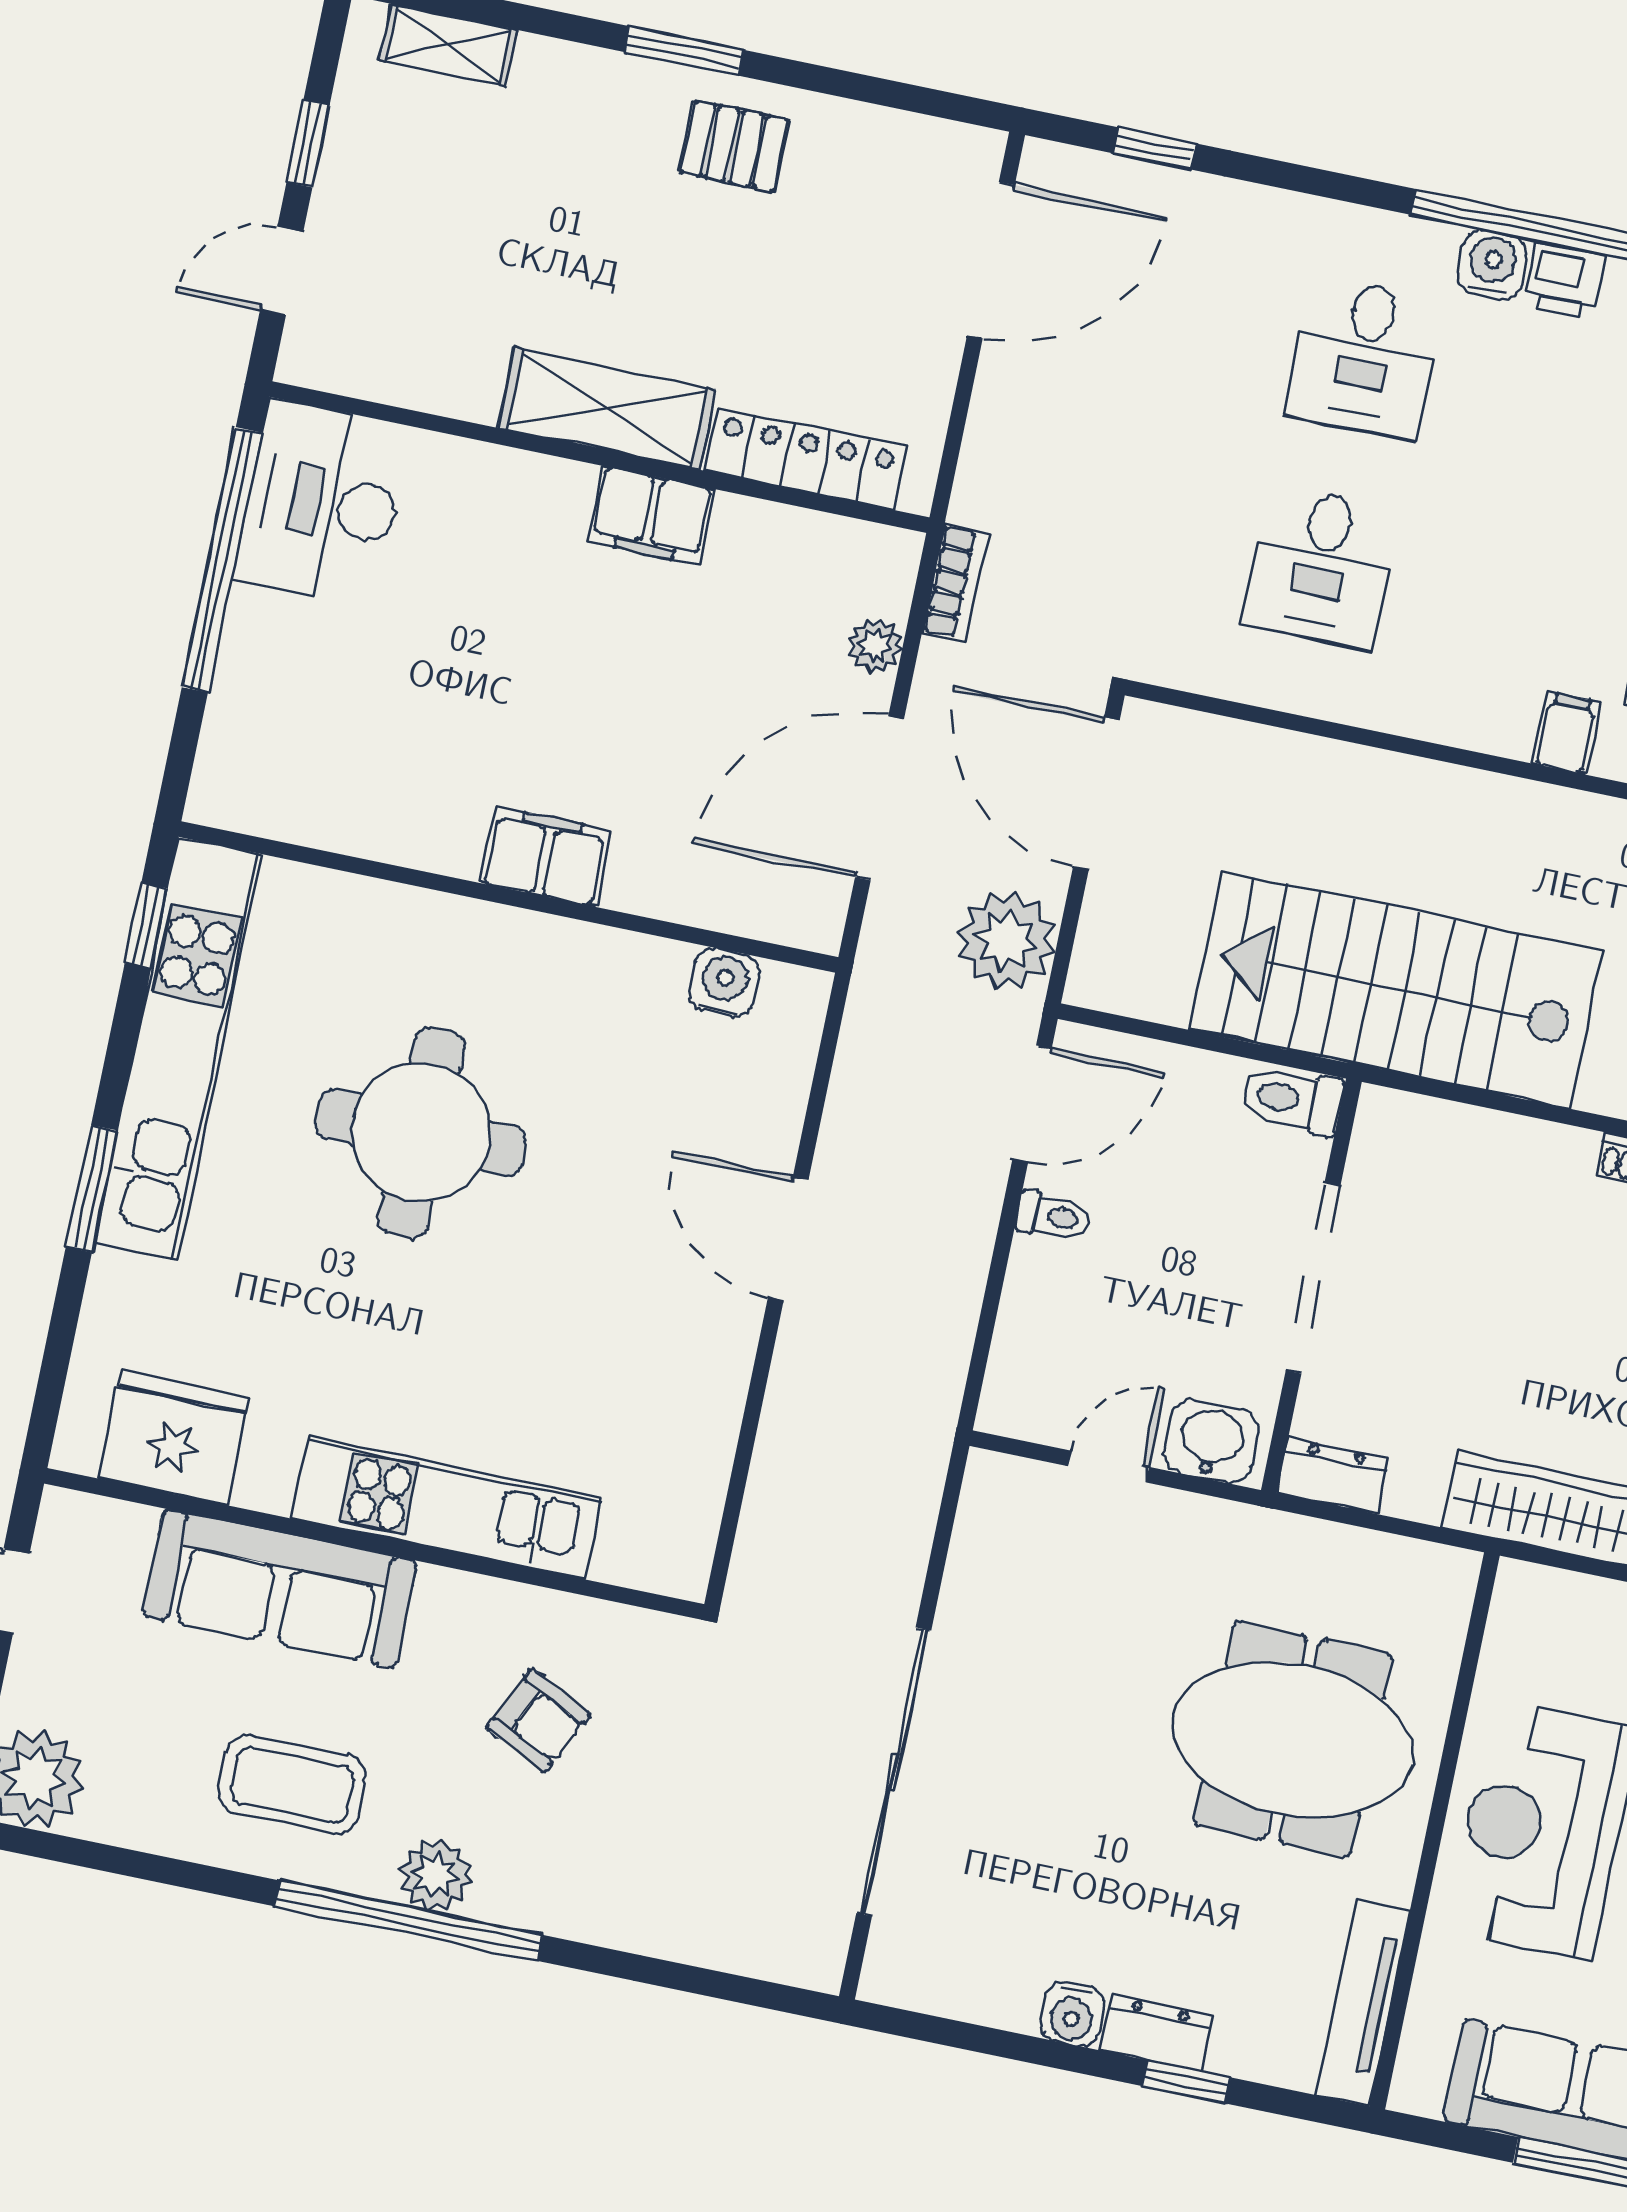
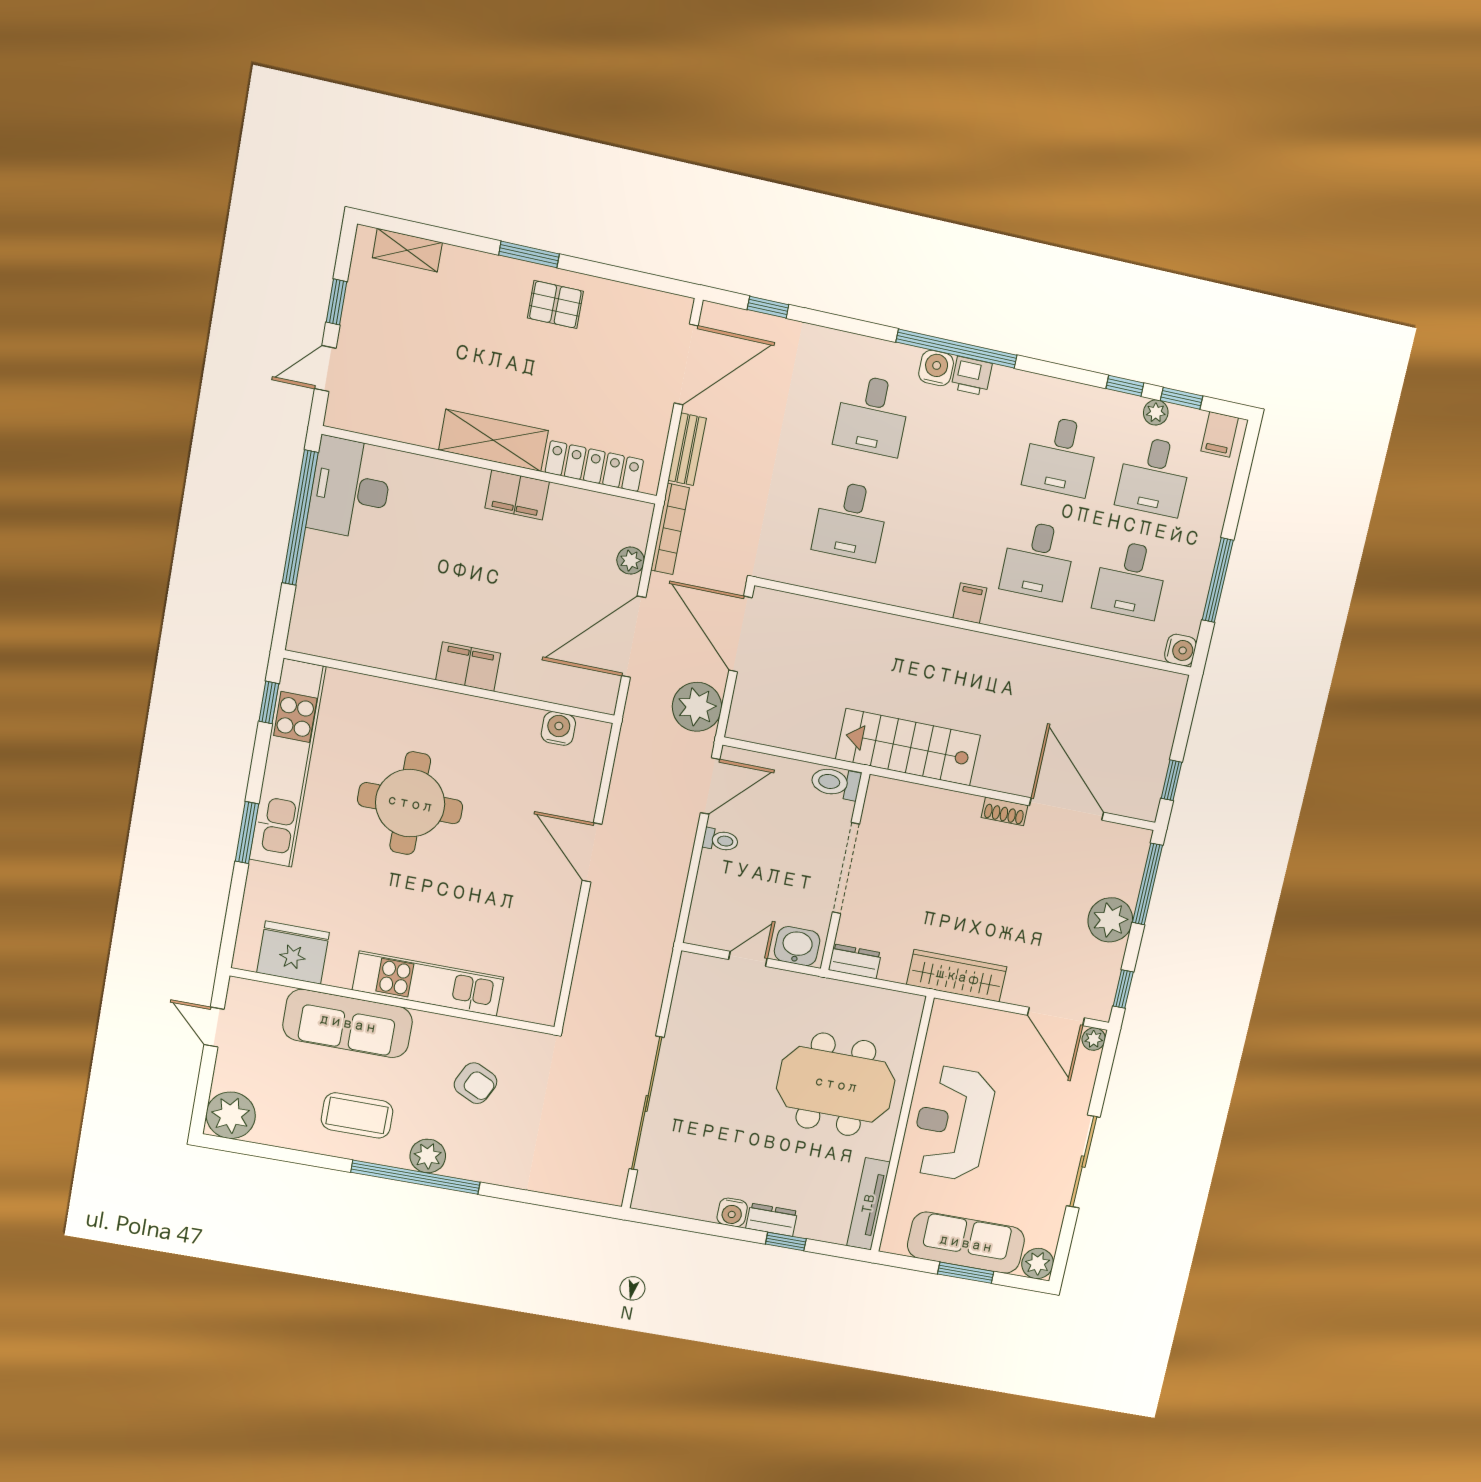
bench: (991, 426) -> (687, 449), added
bookcase: (955, 583) -> (670, 529), width x1.56
stairs: (1396, 990) -> (908, 747), width x0.73, depth x0.66

